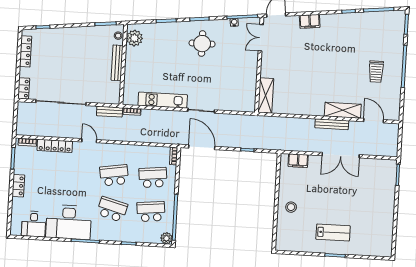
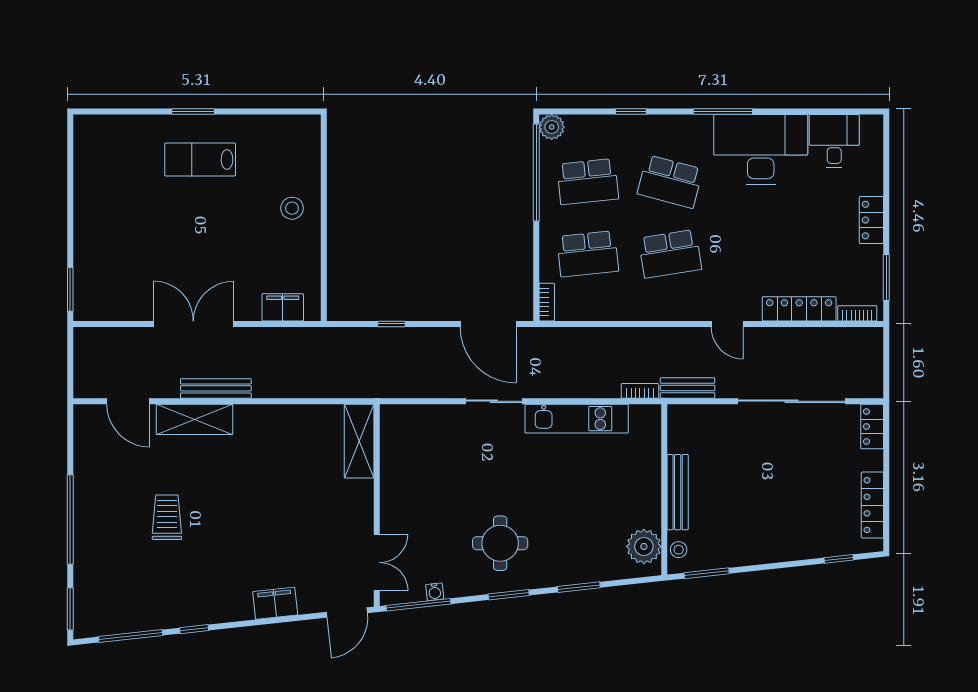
trolley: (376, 72) -> (167, 517), moved

